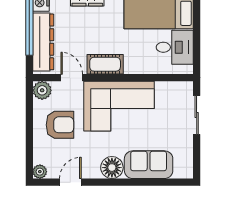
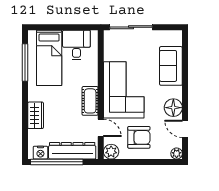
door: (72, 78) -> (101, 128), swing flipped
sliding door: (197, 115) -> (131, 27), width x1.37
armchair: (60, 125) -> (139, 137), turned 90
floor lamp: (112, 168) -> (173, 108), moved

